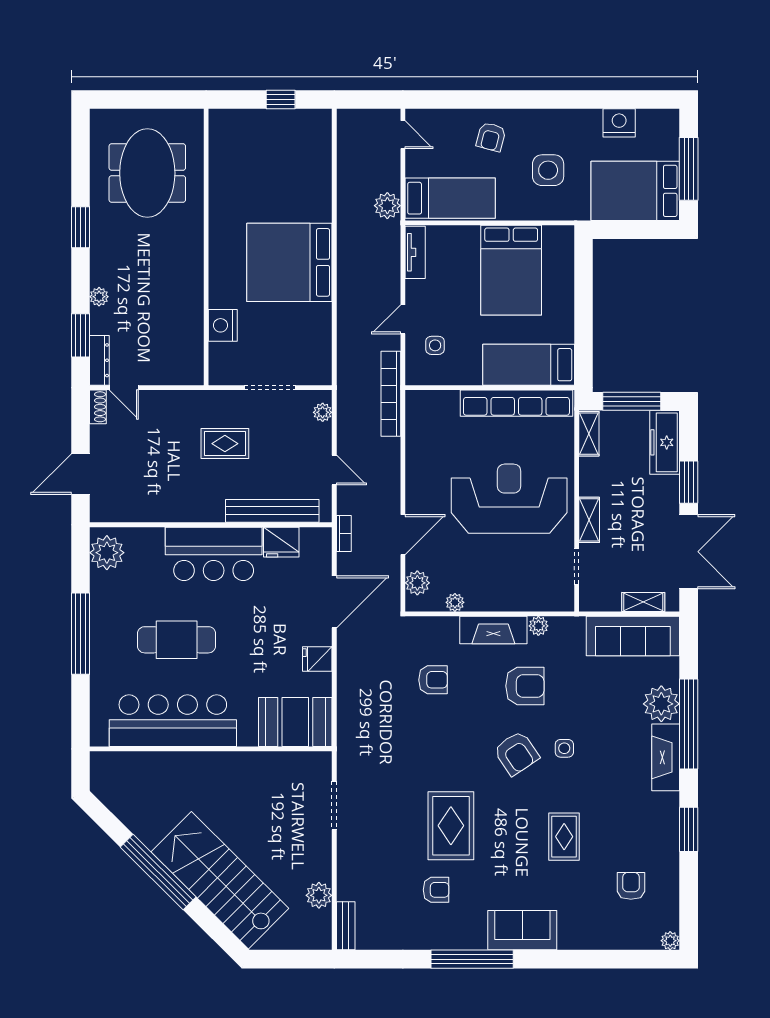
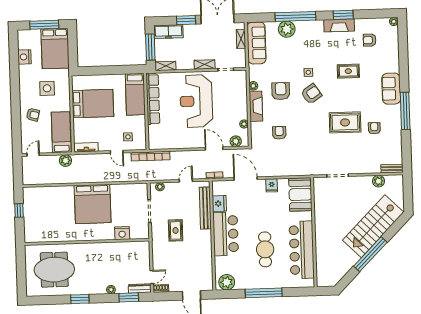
fireplace: (666, 757) -> (339, 25), moved

